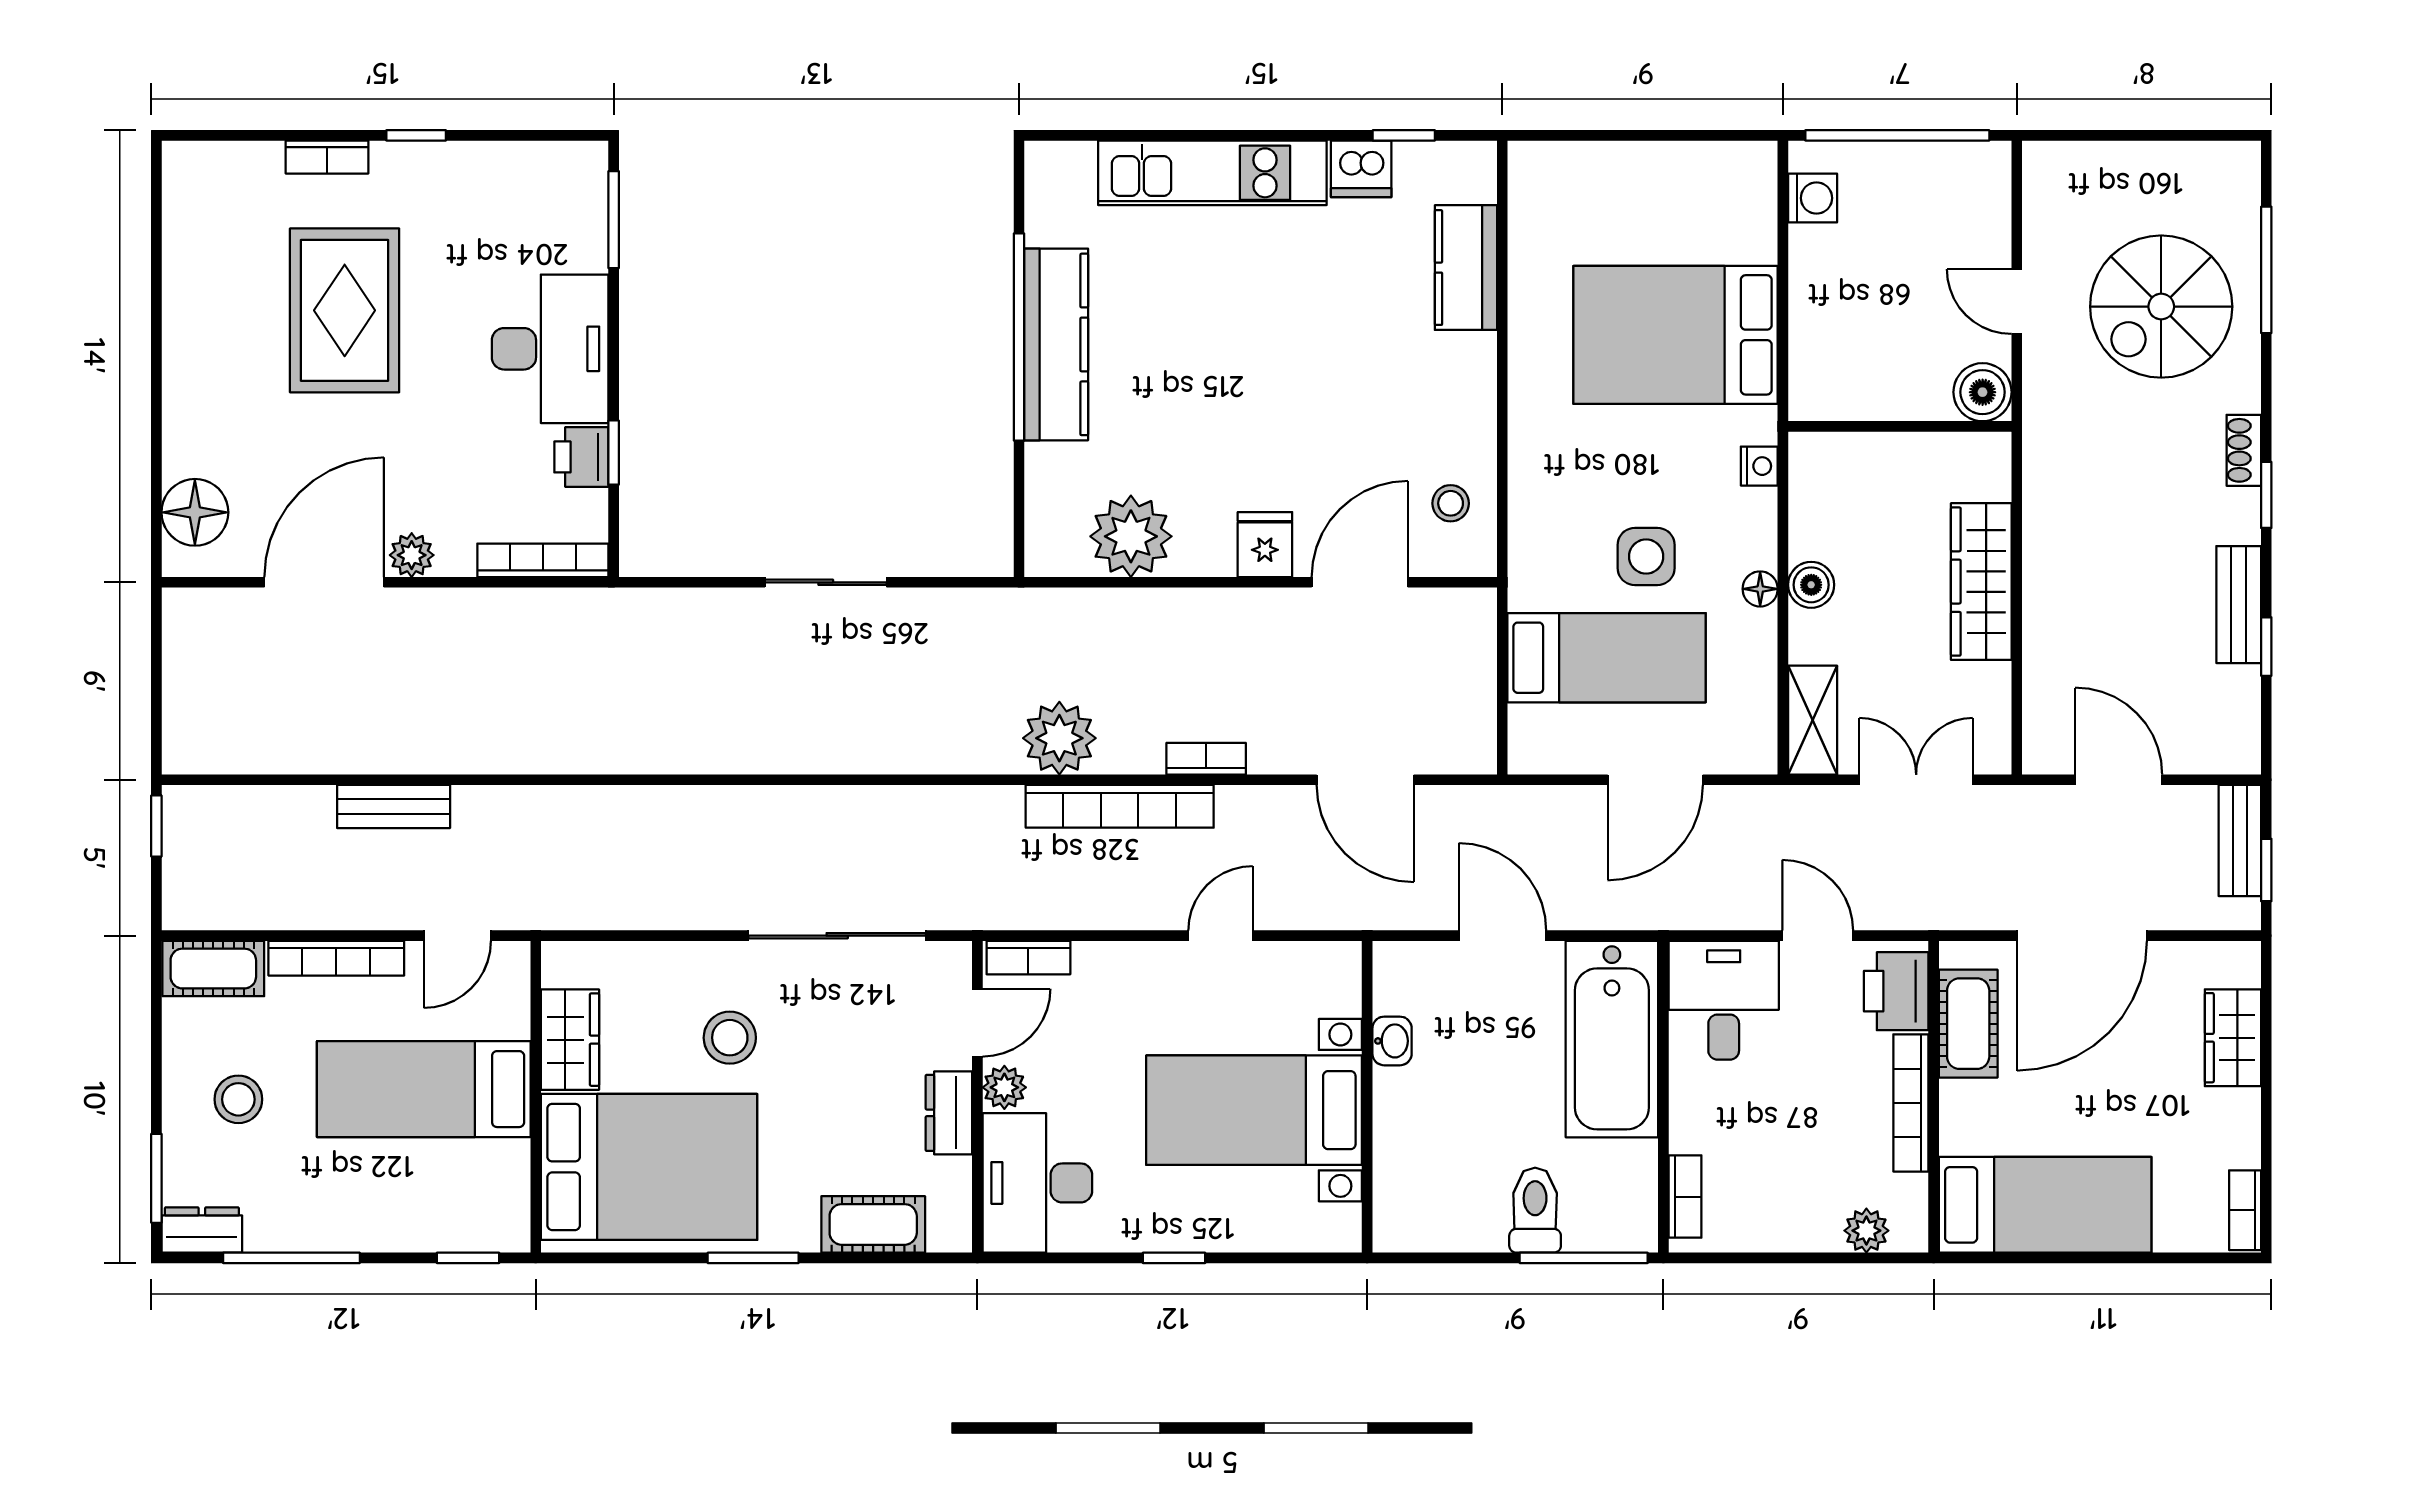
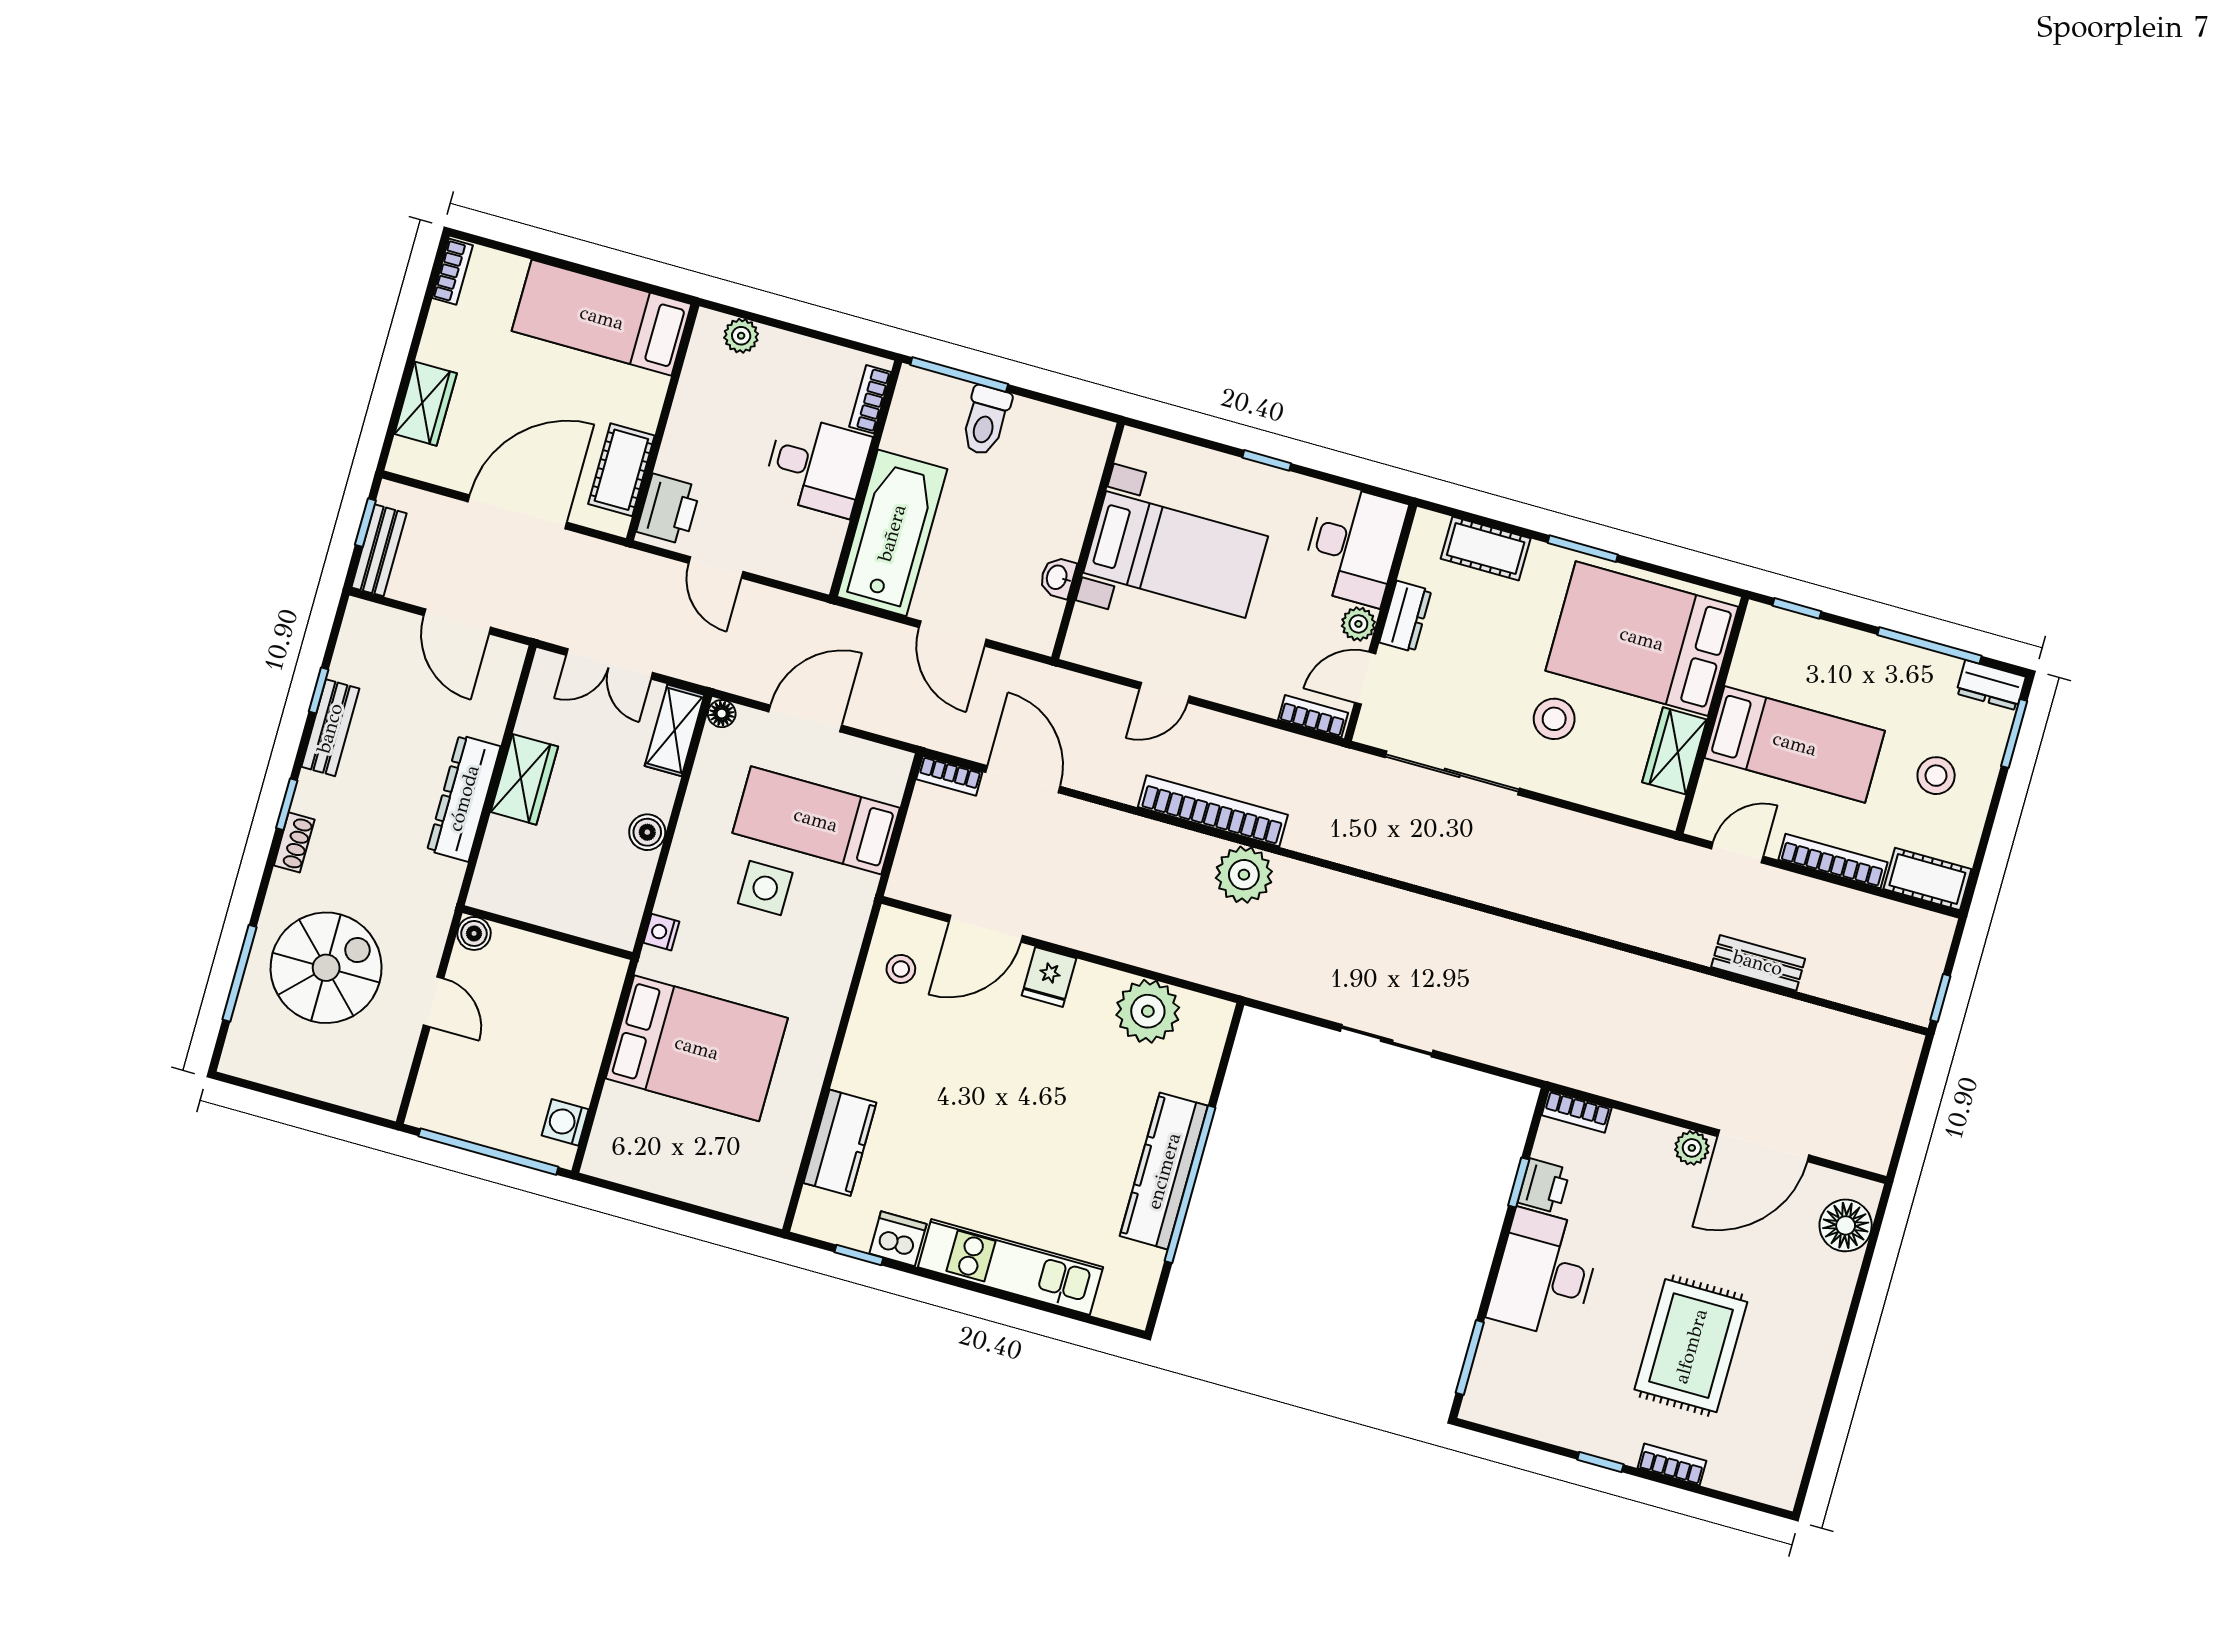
boiler: (1983, 392) -> (474, 933), width x0.73, depth x0.73
bookcase: (543, 560) -> (1577, 1111), width x0.64
dresser: (2050, 563) -> (464, 798), added
wardrobe: (1981, 582) -> (524, 779), width x0.67
floor lamp: (1760, 589) -> (722, 714), moved
bookcase: (1206, 759) -> (949, 776), moved
desk: (1724, 1000) -> (817, 466), moved, turned -90
bookcase: (1911, 1103) -> (681, 422), removed

